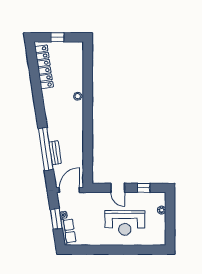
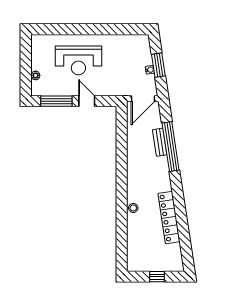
locker: (44, 67) -> (169, 218), moved
window: (144, 188) -> (56, 101), width x2.17
reception desk: (125, 223) -> (78, 60), turned 180
row of seats: (68, 231) -> (144, 51), removed

